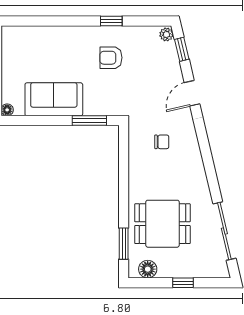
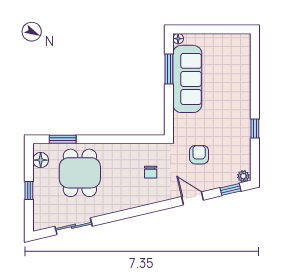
armchair: (111, 58) -> (199, 155), moved
sofa: (54, 99) -> (187, 79), width x1.36
window: (89, 121) -> (169, 69), moved
sliding door: (224, 231) -> (74, 226), width x0.73

